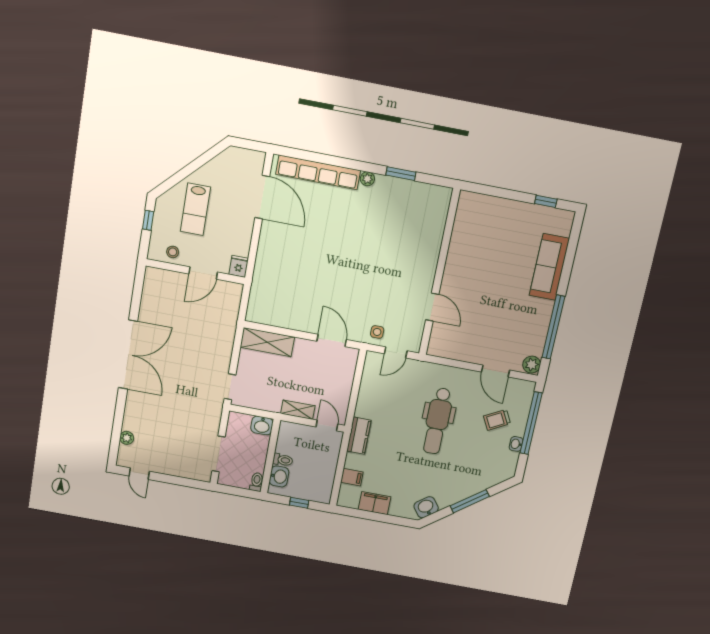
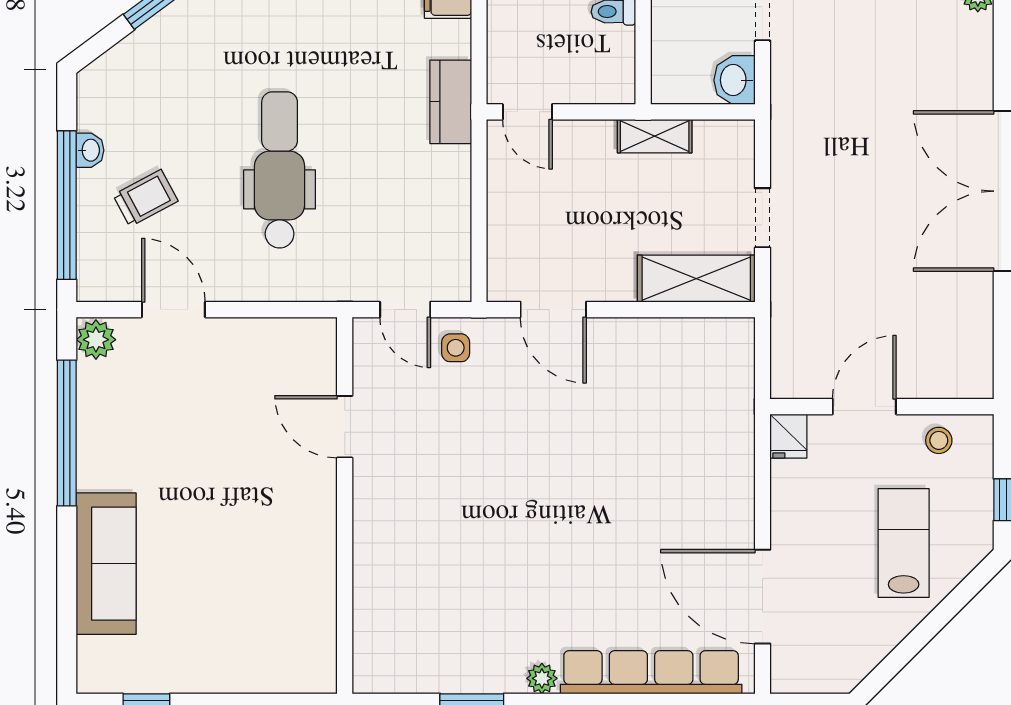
door: (396, 352) -> (405, 310), swing flipped
doorway: (230, 387) -> (762, 218), moved
shelving: (298, 410) -> (655, 136), moved
washbasin: (262, 425) -> (734, 80), moved, turned -90

